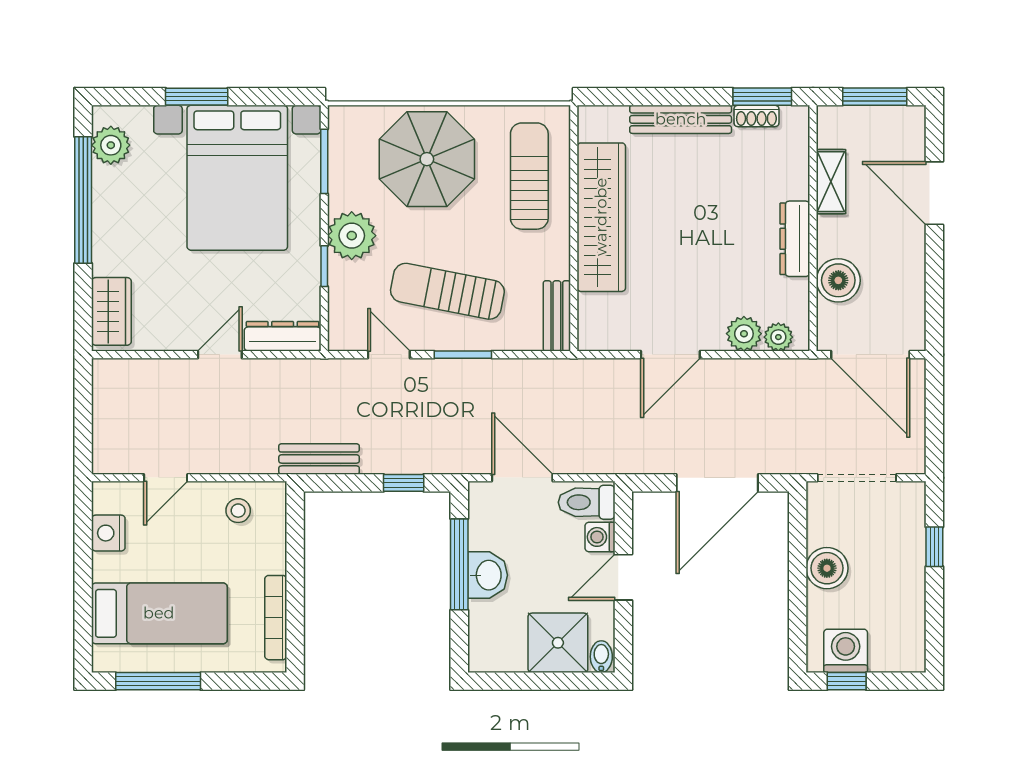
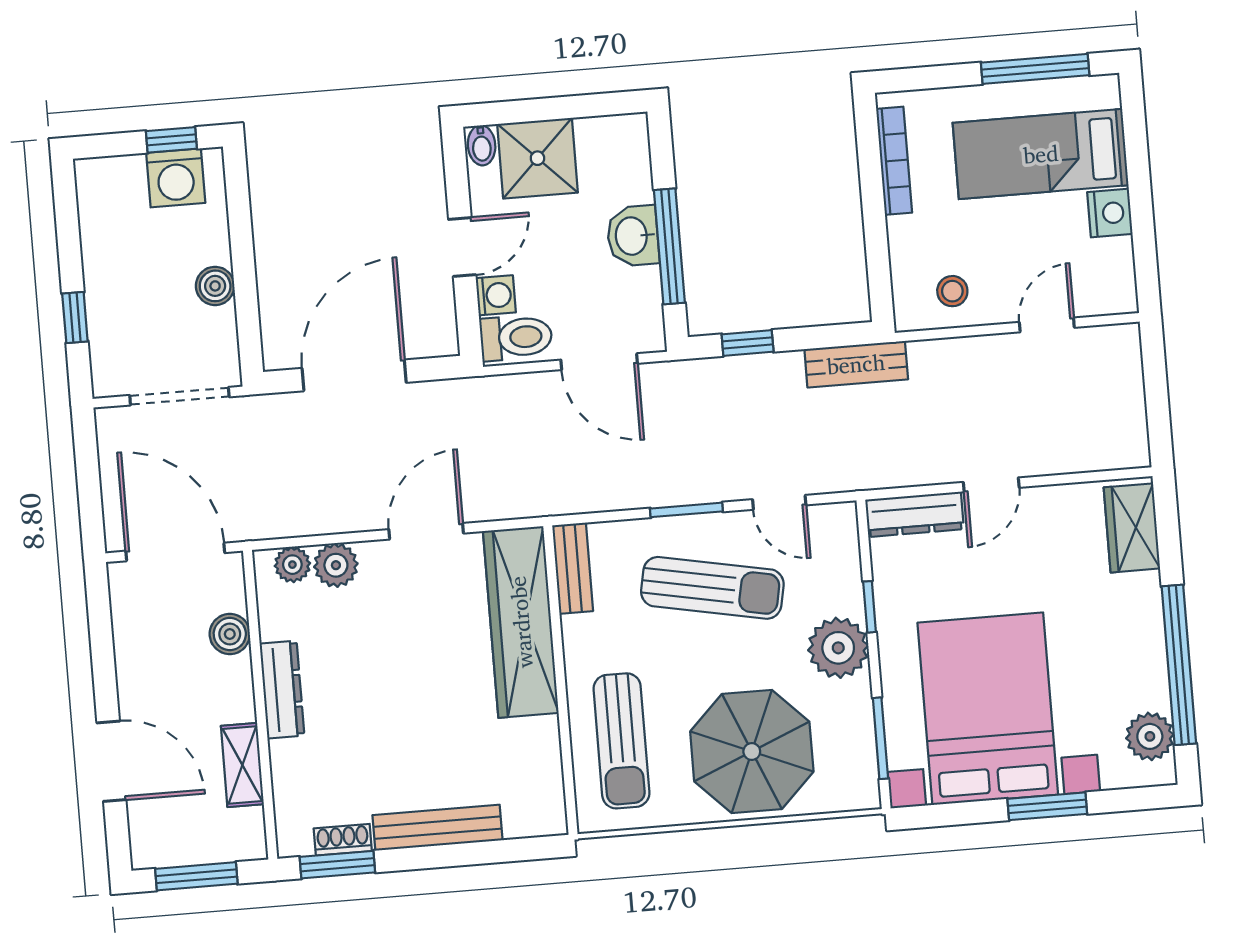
wardrobe: (601, 217) -> (521, 622), moved
boiler: (838, 280) -> (230, 634), width x0.73, depth x0.73
nightstand: (108, 533) -> (1110, 213), moved
boiler: (827, 568) -> (215, 286), width x0.73, depth x0.73

